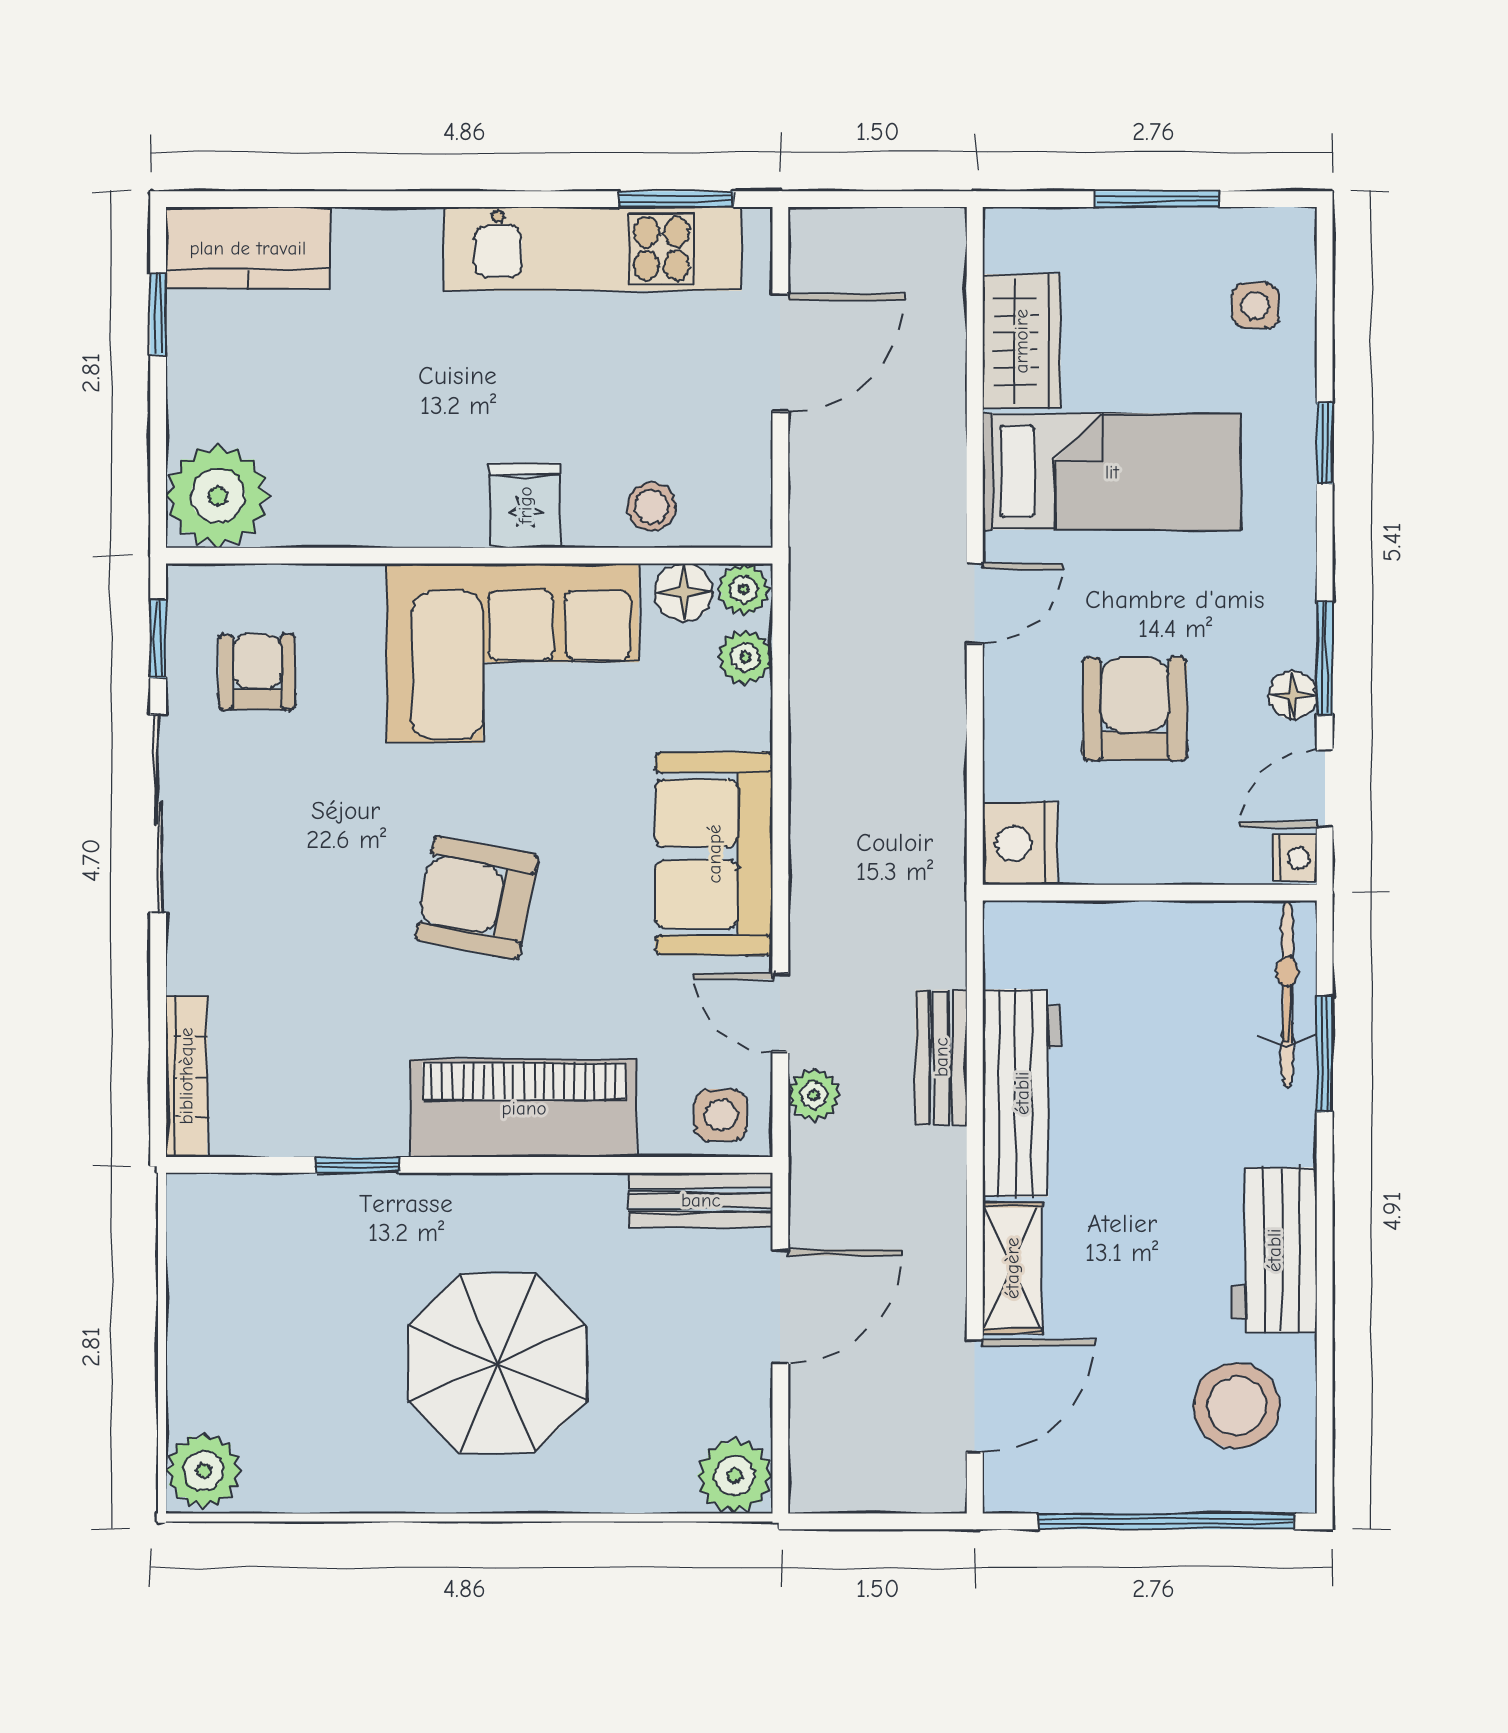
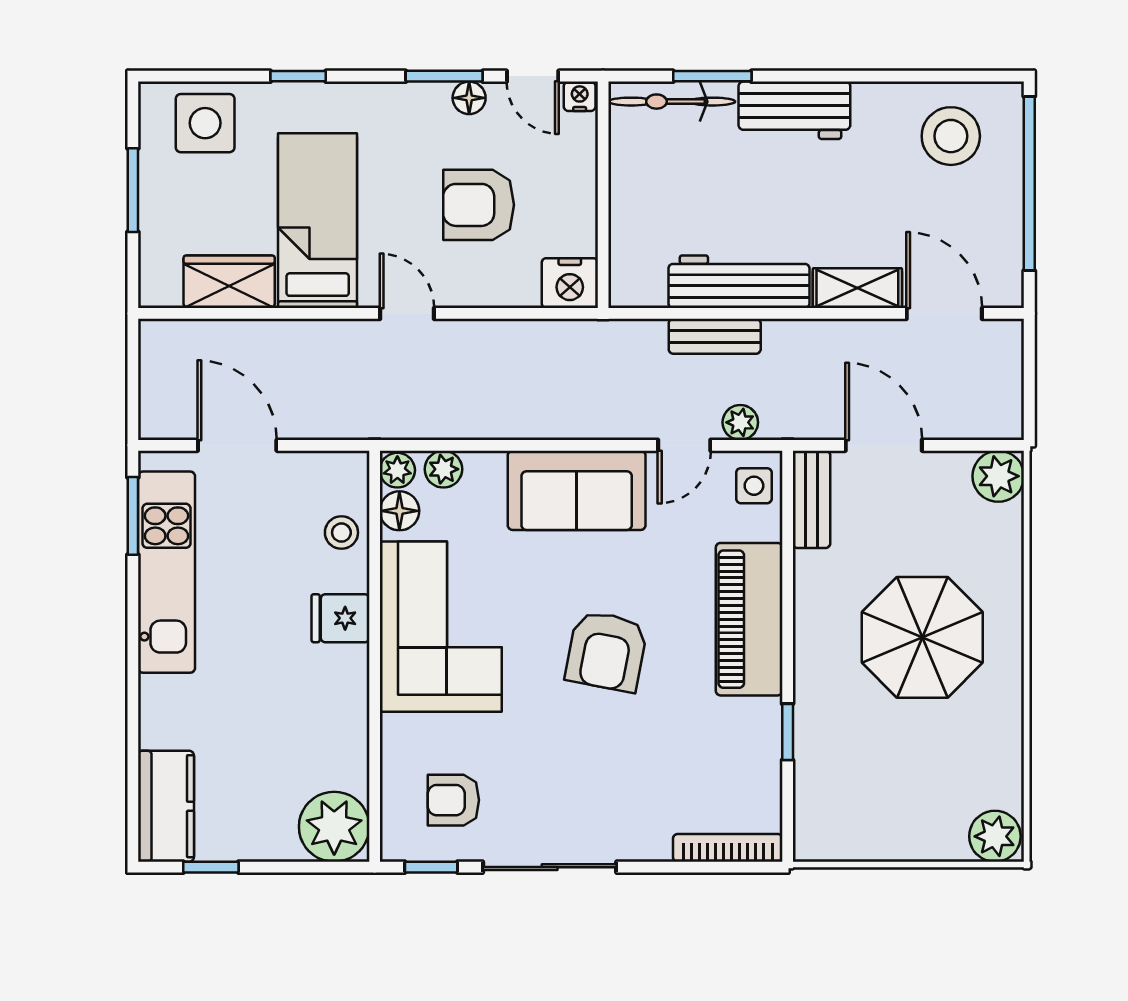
side table: (1256, 306) -> (205, 123), width x1.87, depth x1.87
workbench: (1274, 1250) -> (794, 110), moved

